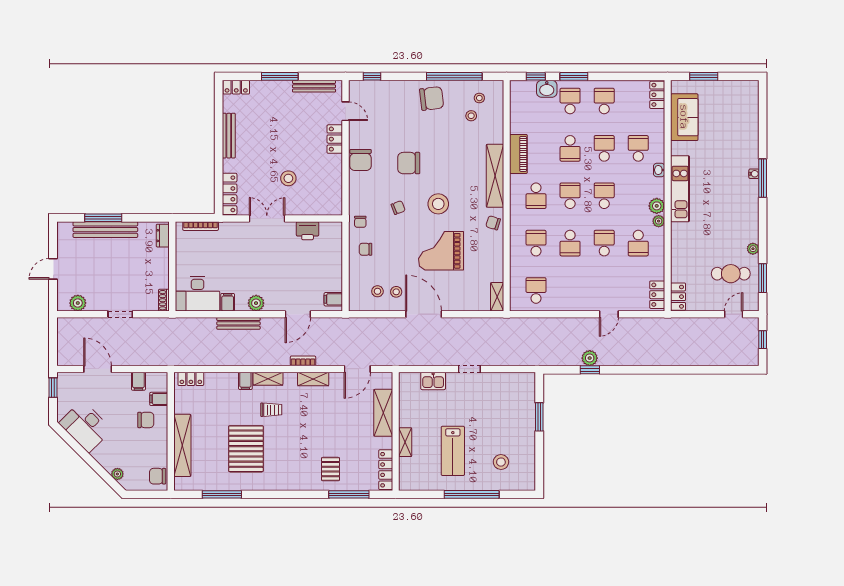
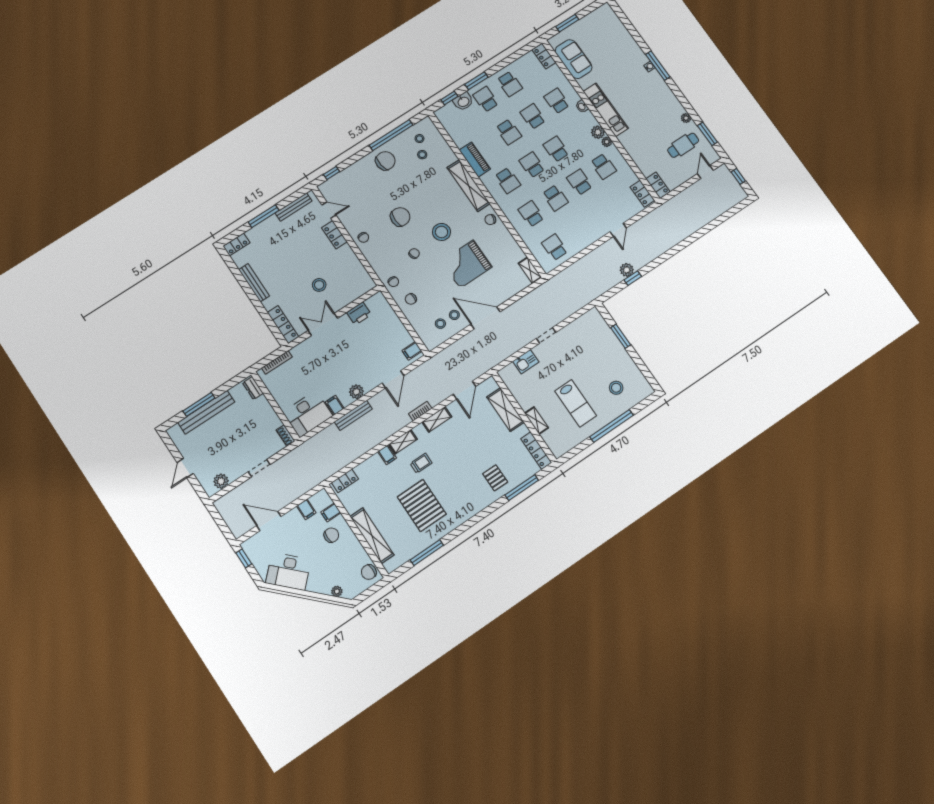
school desk: (604, 101) -> (510, 84), turned 180
chair: (361, 160) -> (363, 237), width x0.54, depth x0.54
chair: (409, 163) -> (400, 217), turned 180

